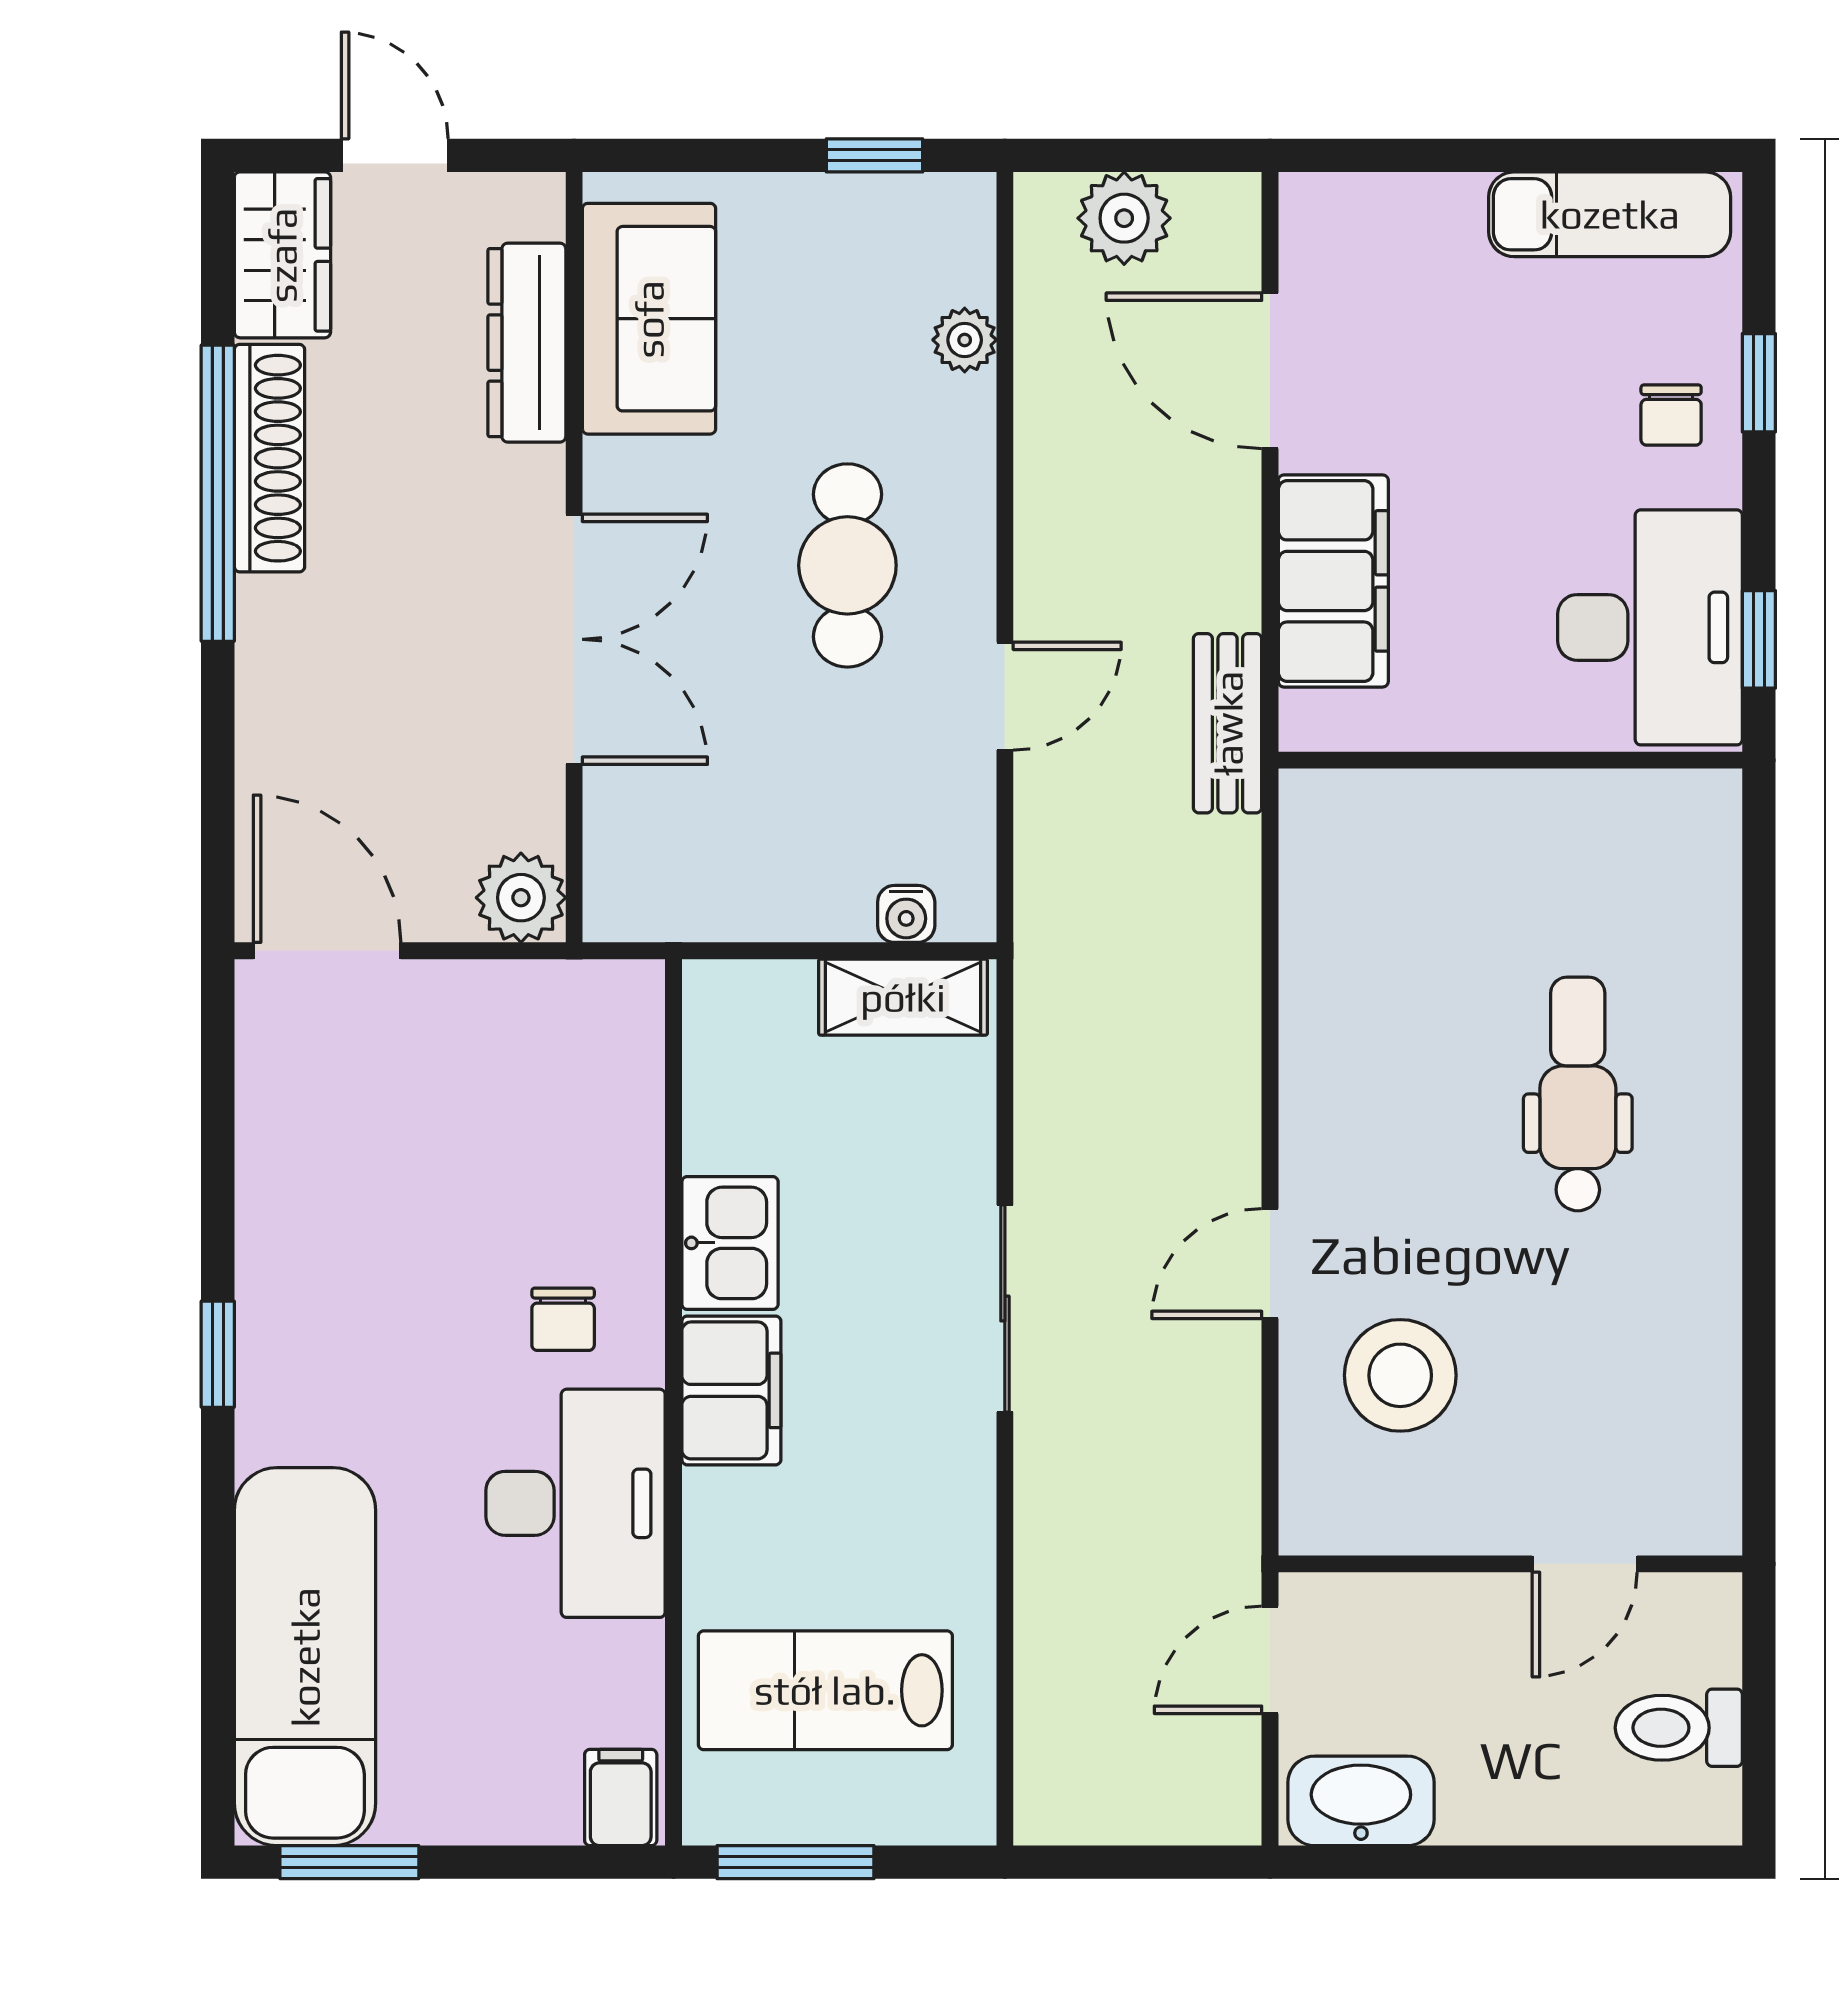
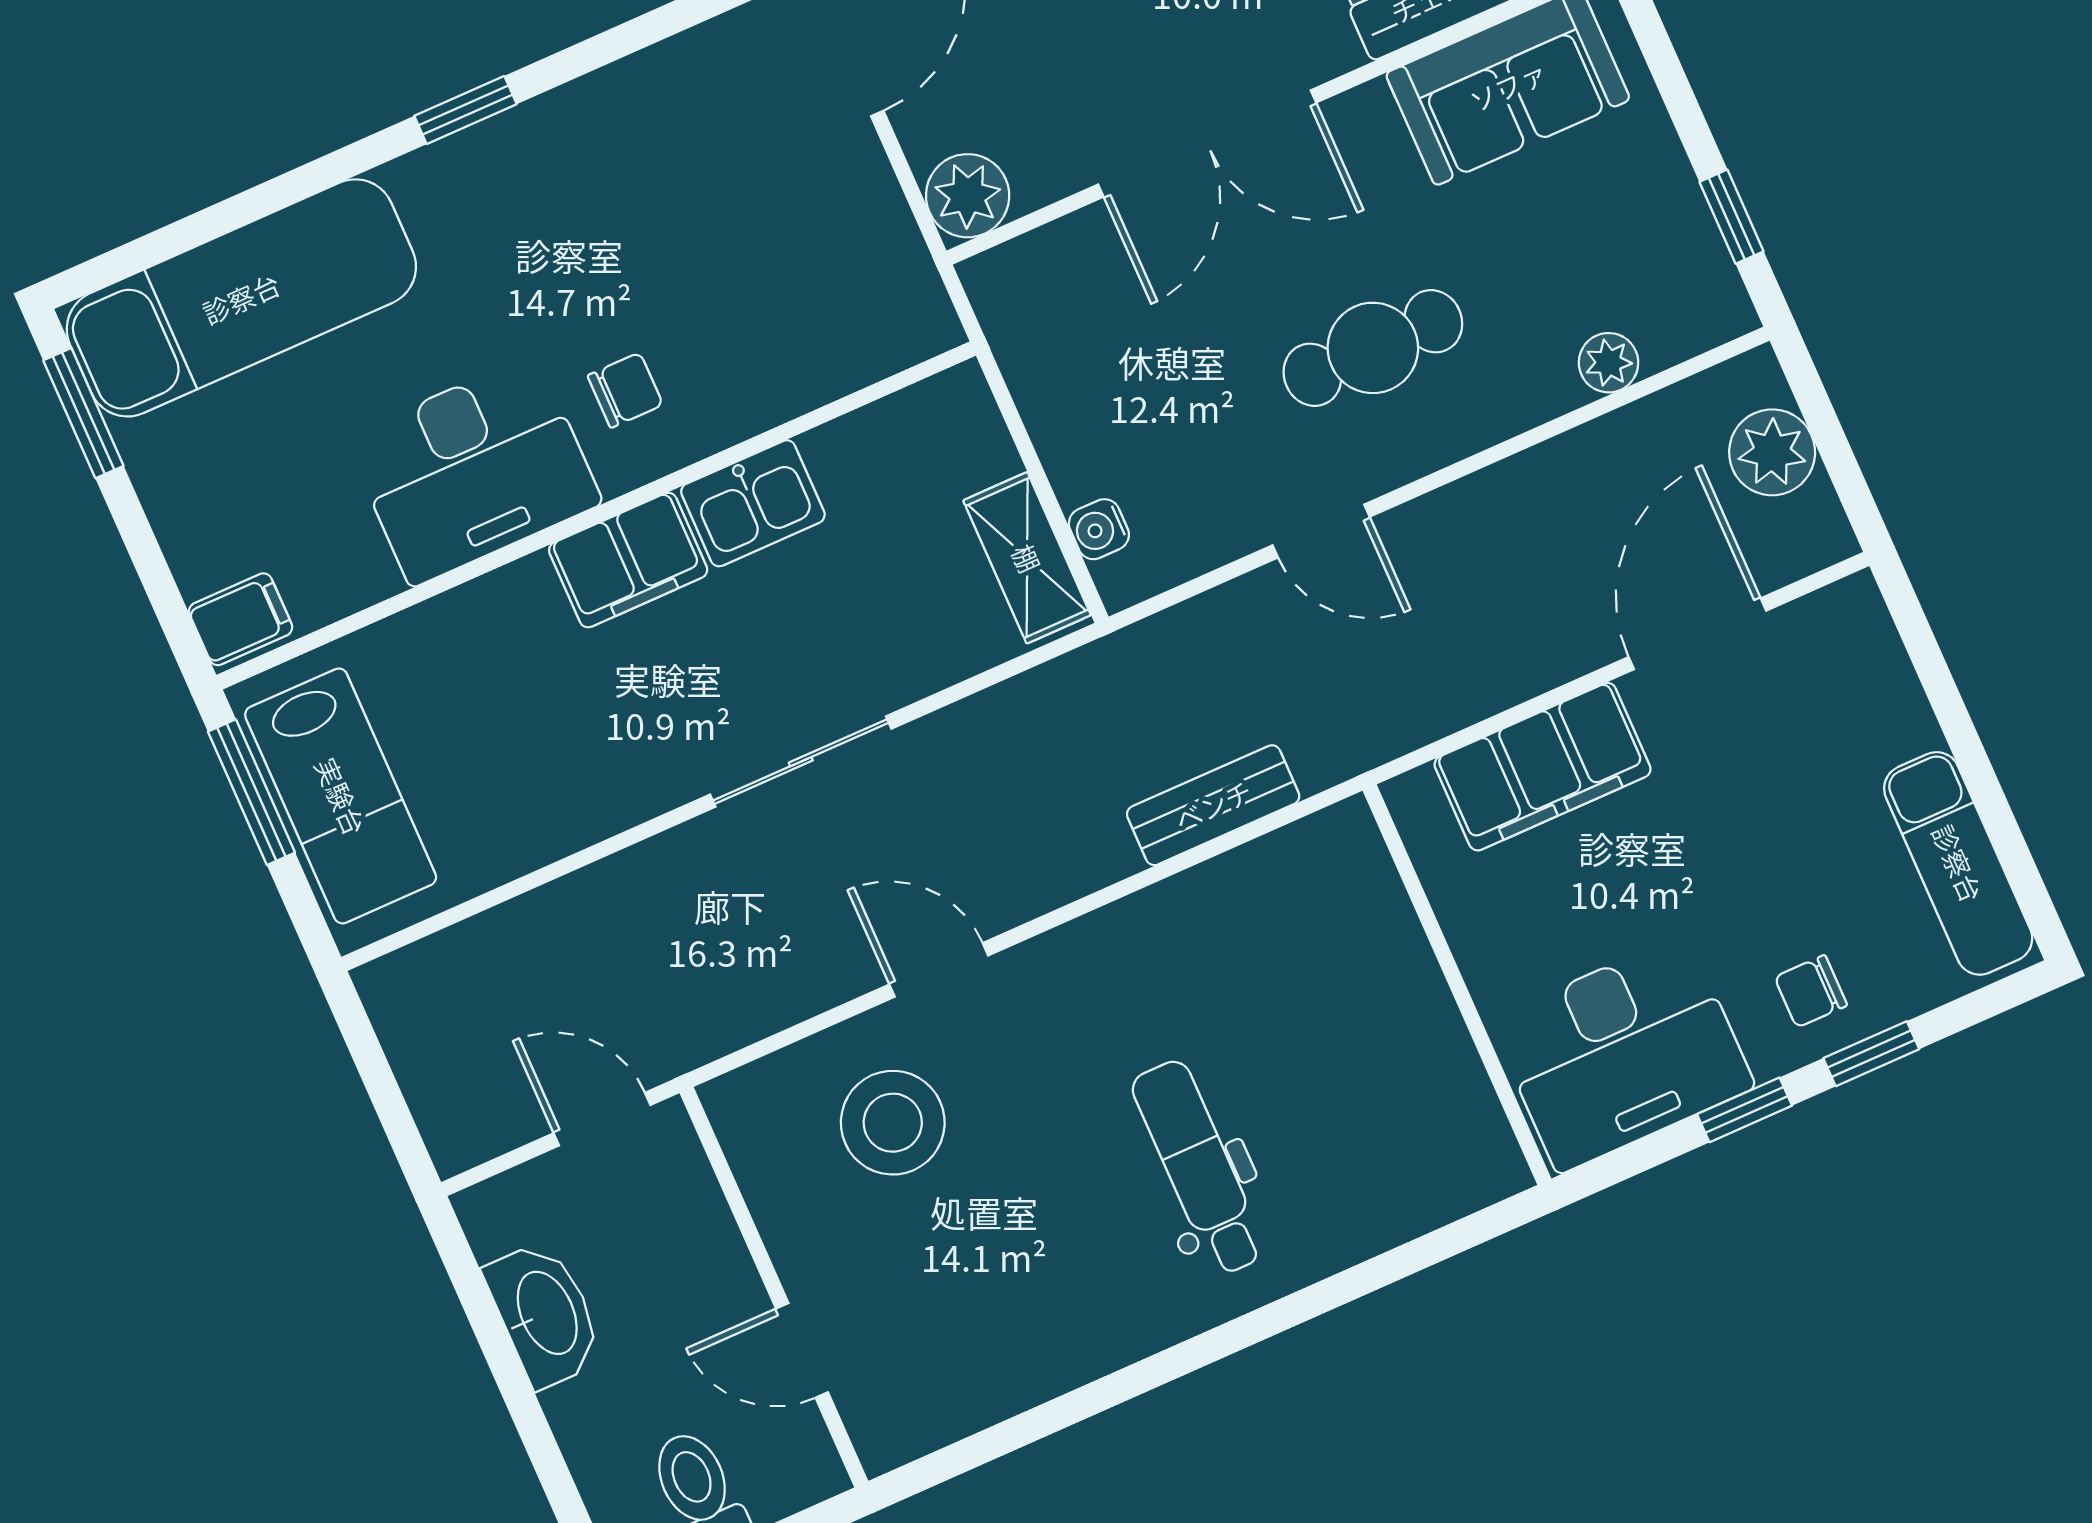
window: (1759, 639) -> (1744, 1110), moved
bench: (1228, 723) -> (1213, 805), moved
dental chair: (1578, 1094) -> (1199, 1168), turned -90
chair: (563, 1319) -> (625, 390), turned 180
lab bench: (825, 1690) -> (341, 796), moved, turned 180
washbasin: (1361, 1801) -> (545, 1314), moved

